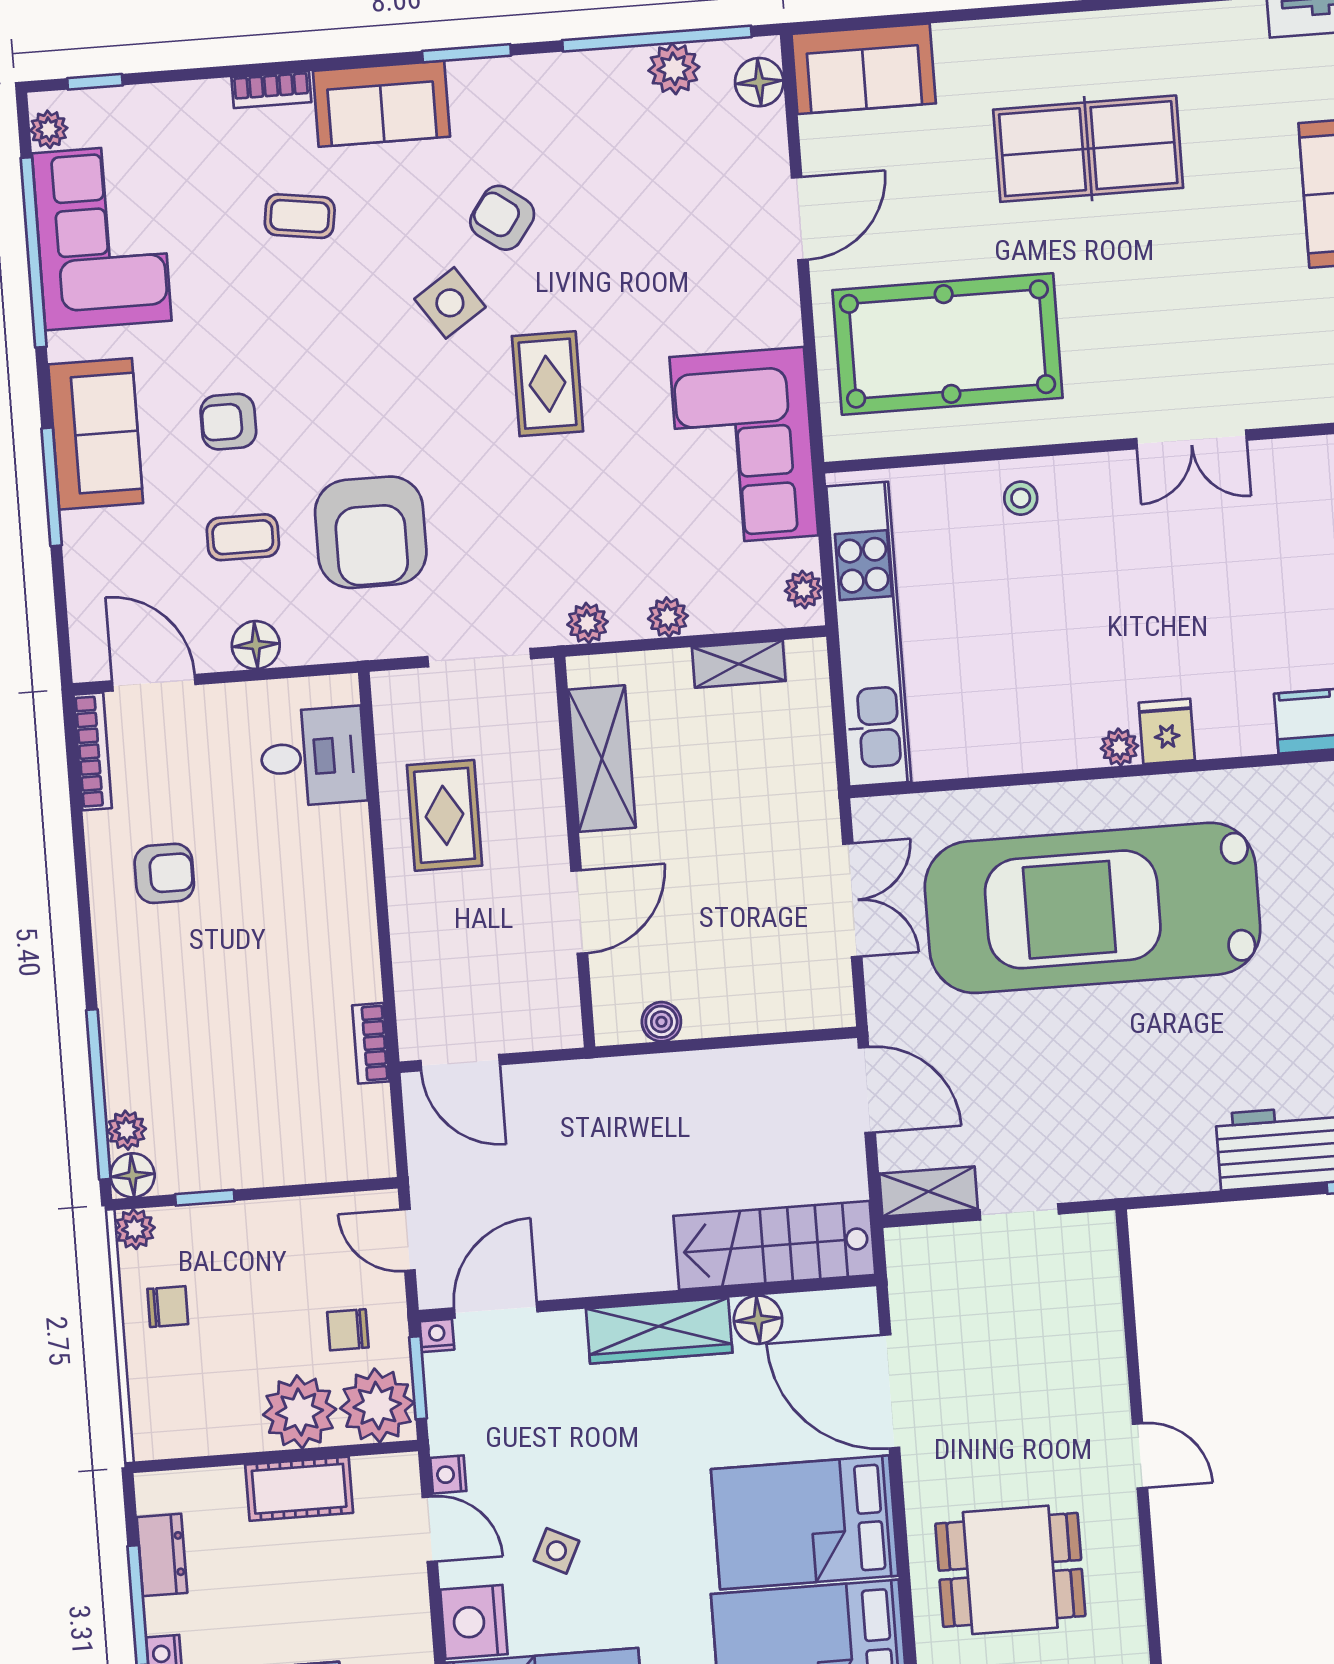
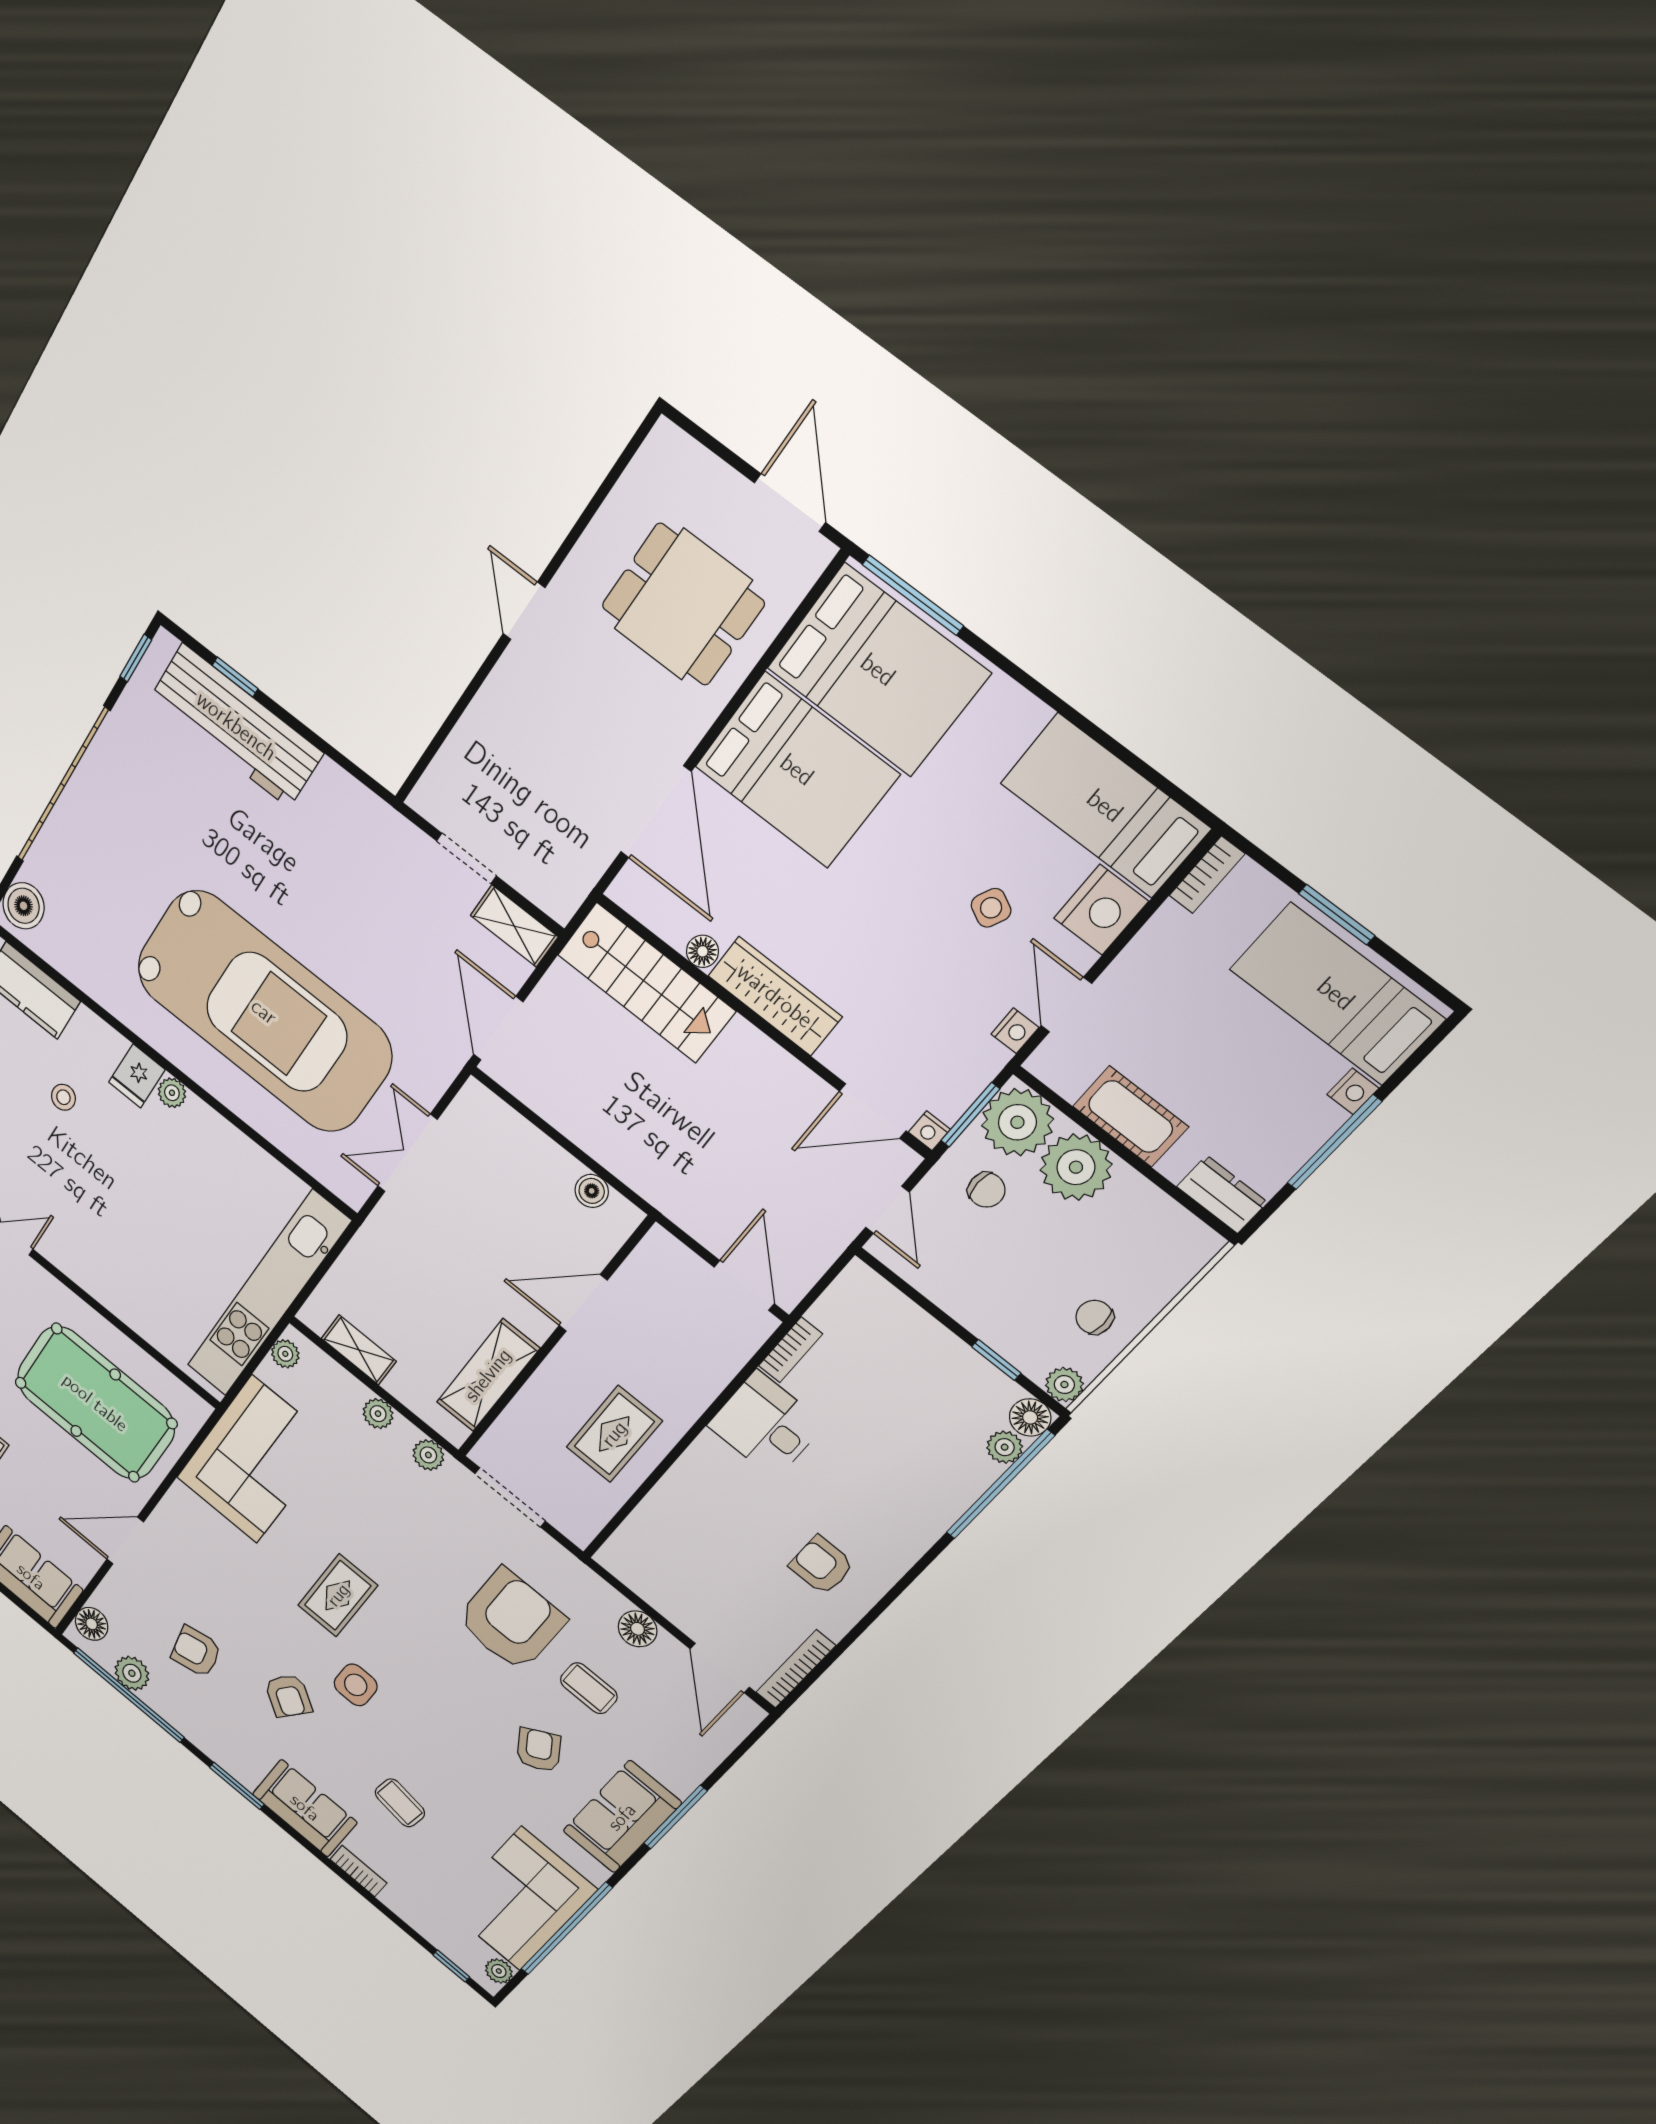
armchair: (631, 167) -> (196, 1652), added
side table: (450, 303) -> (356, 1685), turned 34
armchair: (228, 422) -> (539, 1750), turned -121
stool: (1021, 498) -> (63, 1097), moved
desk: (313, 757) -> (766, 1425), moved
floor lamp: (758, 1320) -> (702, 951), width x0.73, depth x0.73
dresser: (162, 1555) -> (1222, 1194), moved, turned 90

